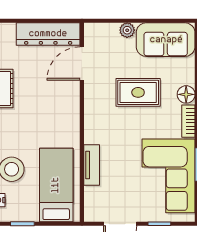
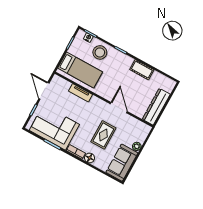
door: (82, 64) -> (119, 108), moved

